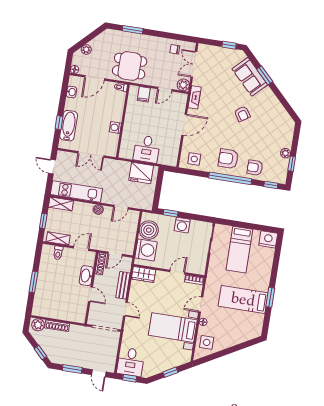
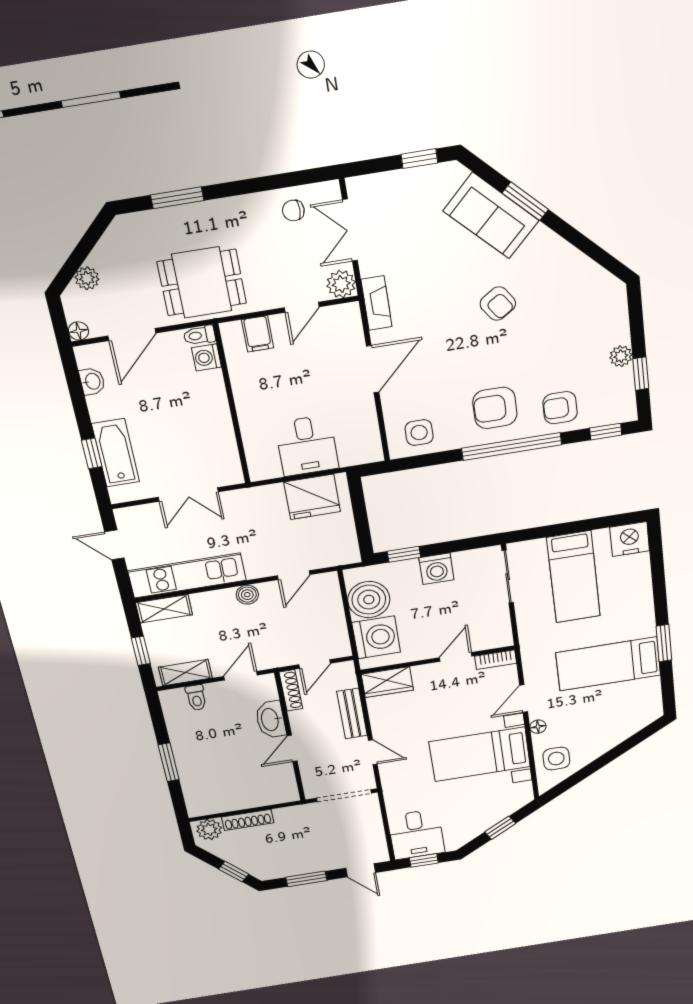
washing machine: (115, 127) -> (206, 357), moved
door: (90, 294) -> (292, 748), swing flipped

